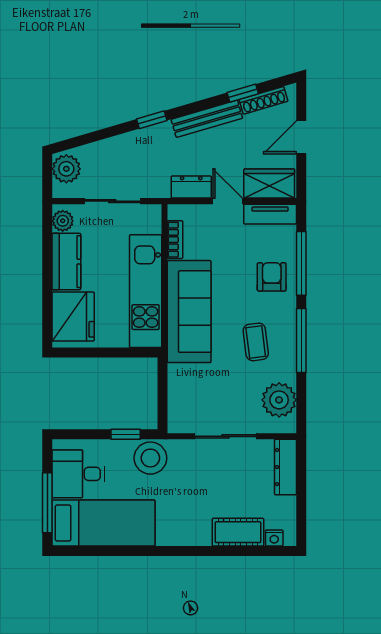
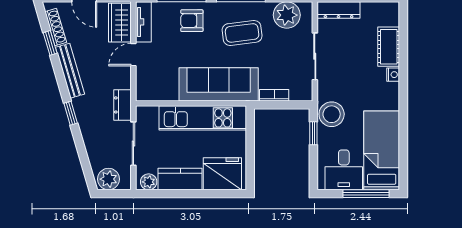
dresser: (191, 187) -> (123, 105), moved
bookcase: (175, 240) -> (274, 95), moved
coffee table: (256, 342) -> (242, 33), width x1.36, depth x1.30
nightstand: (274, 538) -> (393, 75), moved

